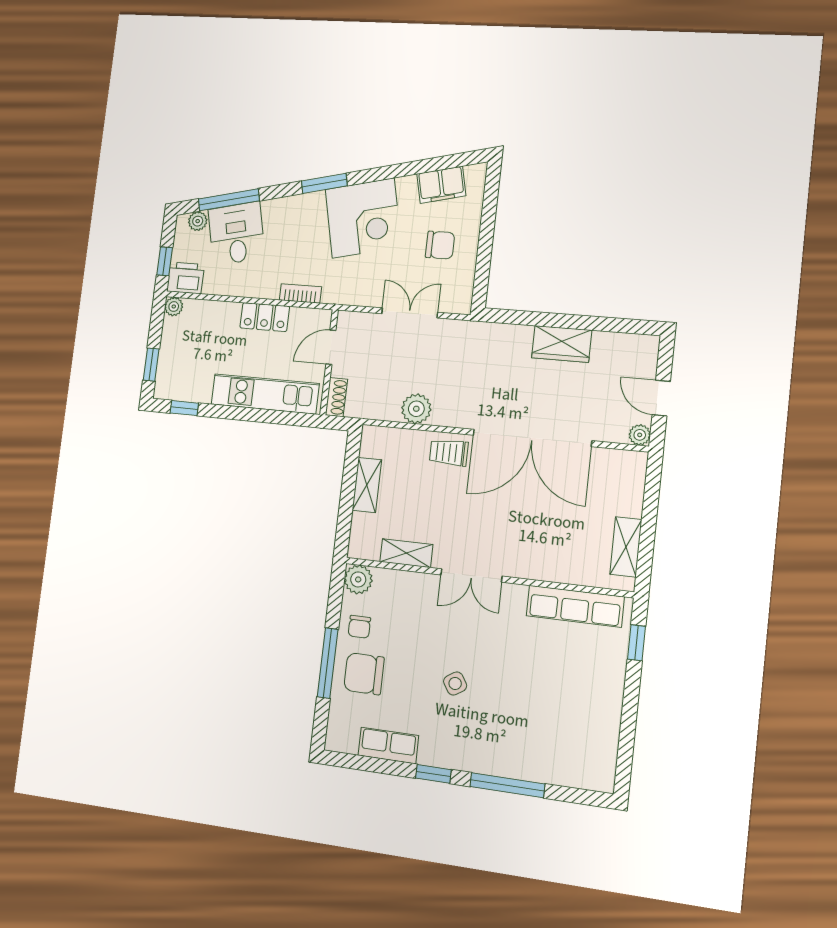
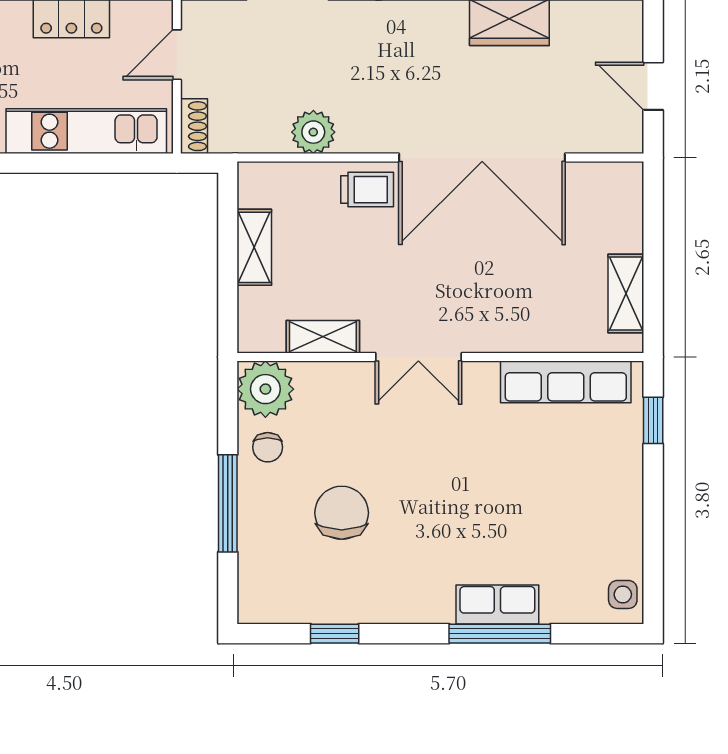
plant: (640, 435) -> (629, 139), removed
trolley: (449, 453) -> (367, 190), turned 180
plant: (358, 579) -> (265, 389), width x1.36, depth x1.36
chair: (364, 674) -> (342, 513), moved, turned 90
side table: (455, 683) -> (623, 594), moved, turned 33
row of seats: (388, 745) -> (497, 605), moved
window: (433, 774) -> (335, 634), moved

